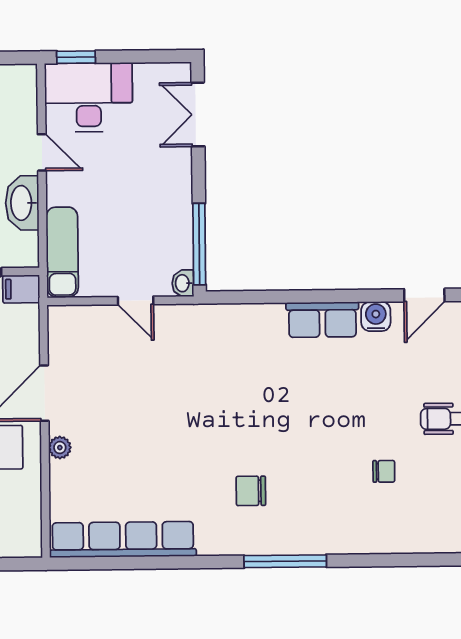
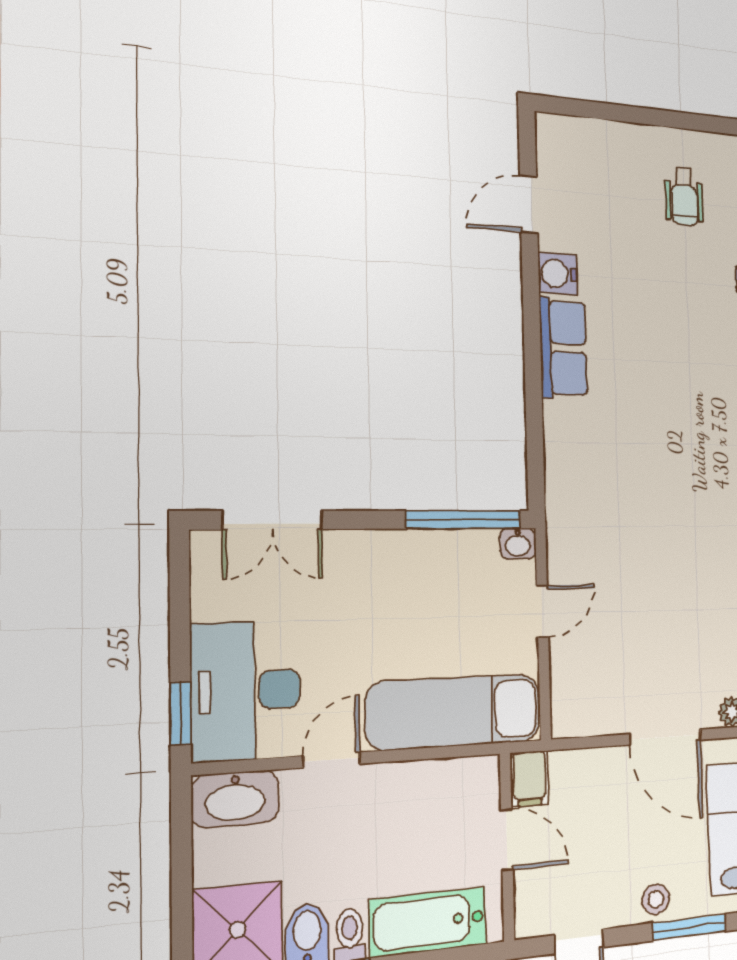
washbasin: (22, 203) -> (235, 799), moved
exam couch: (62, 252) -> (454, 712), width x1.36, depth x1.45
door: (424, 295) -> (529, 204), swing flipped

